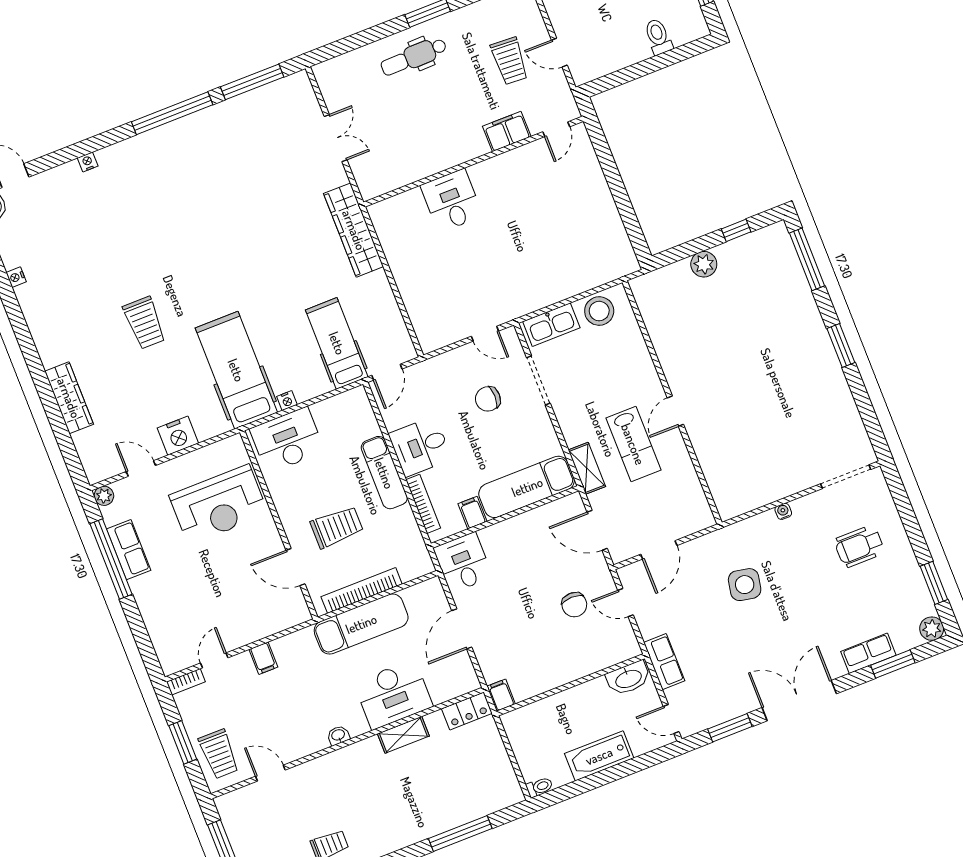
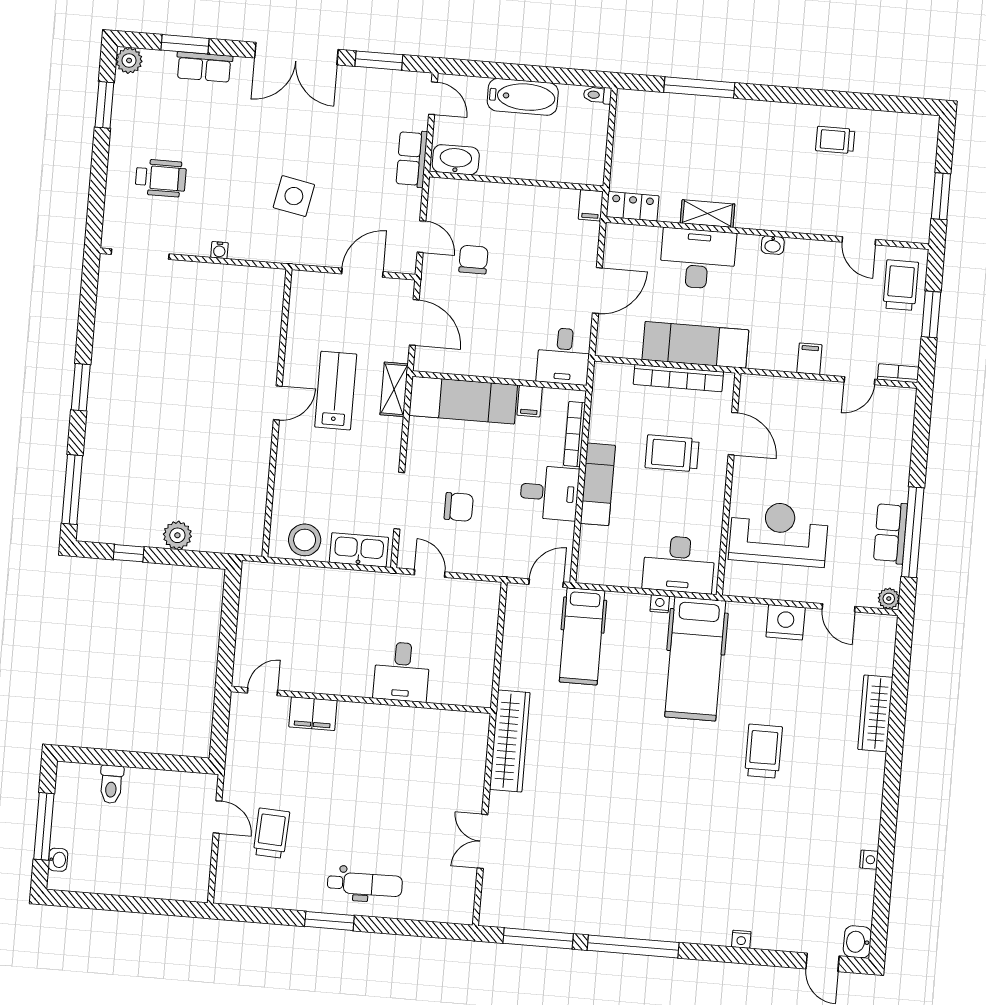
door: (556, 129) -> (263, 692), moved
filing cabinet: (507, 131) -> (313, 714), moved
wall: (474, 162) -> (361, 700), moved
desk: (452, 201) -> (402, 672), moved

